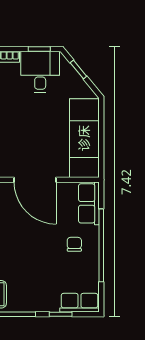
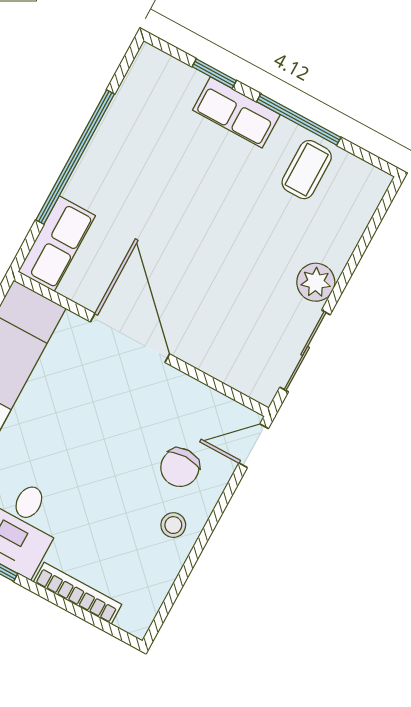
chair: (74, 244) -> (122, 185), removed
row of seats: (79, 303) -> (236, 112), moved

